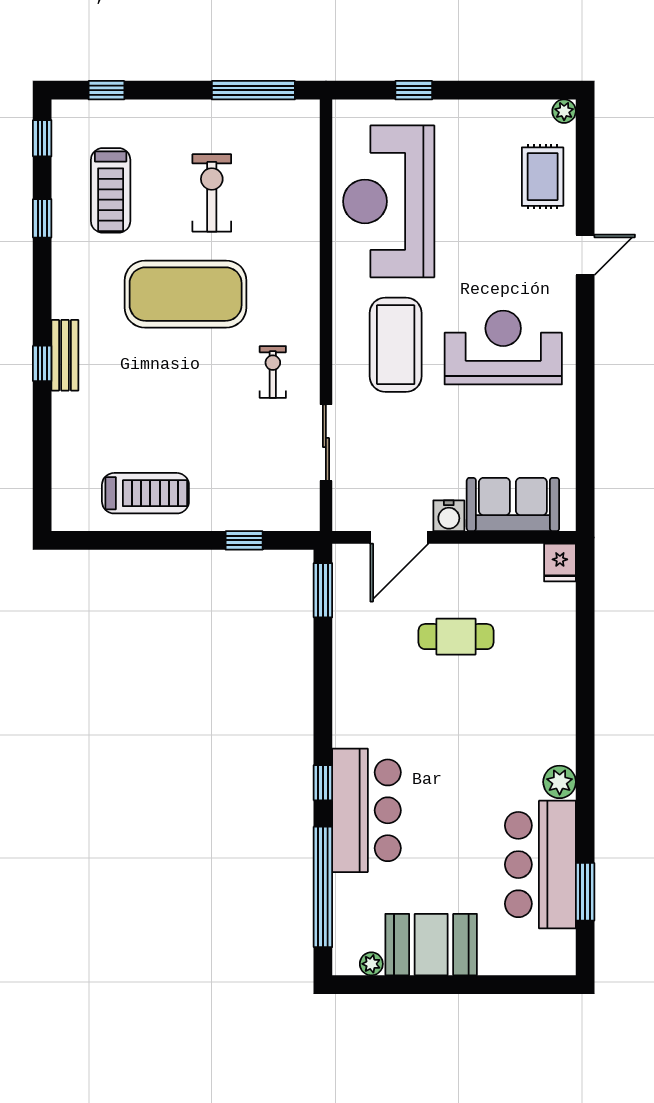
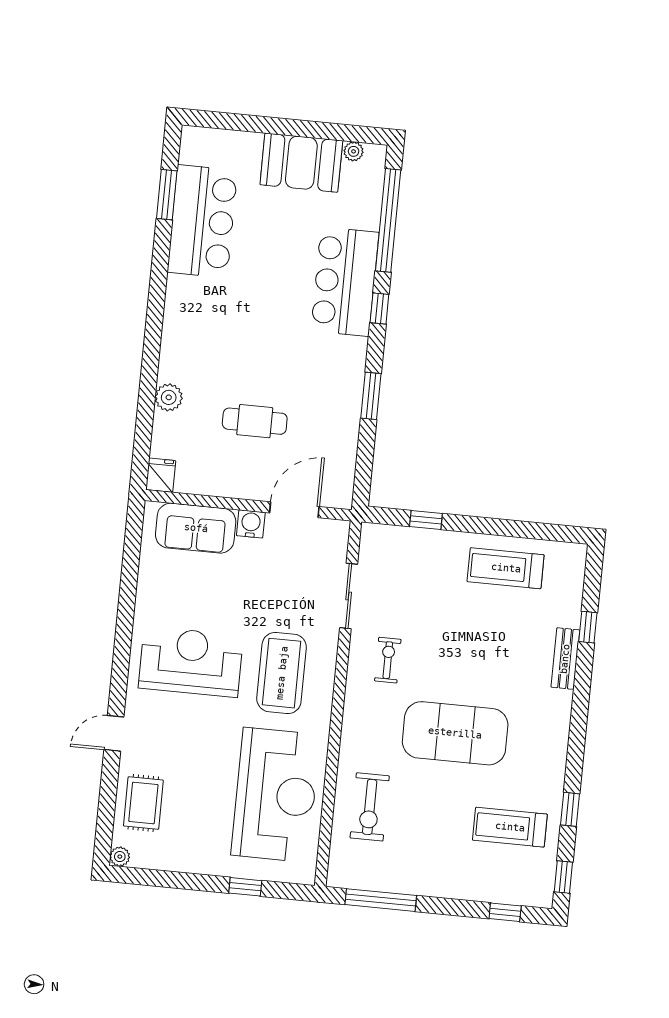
treadmill: (111, 190) -> (510, 827), turned -90
exercise bike: (212, 193) -> (370, 807), moved
reception desk: (503, 347) -> (191, 662), turned 180
bench: (65, 355) -> (565, 659), moved
window: (42, 363) -> (588, 627), moved
exercise bike: (273, 372) -> (388, 660), turned 180
window: (323, 590) -> (371, 396), moved
plant: (560, 782) -> (169, 397), moved

